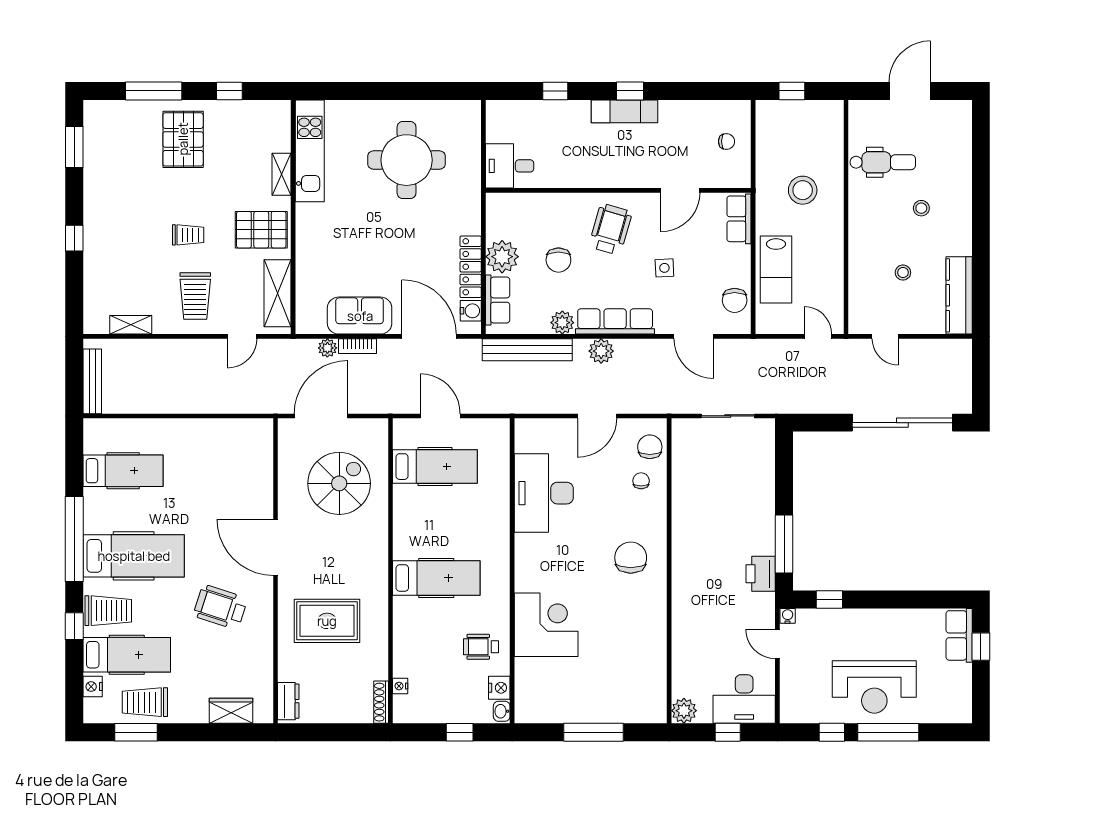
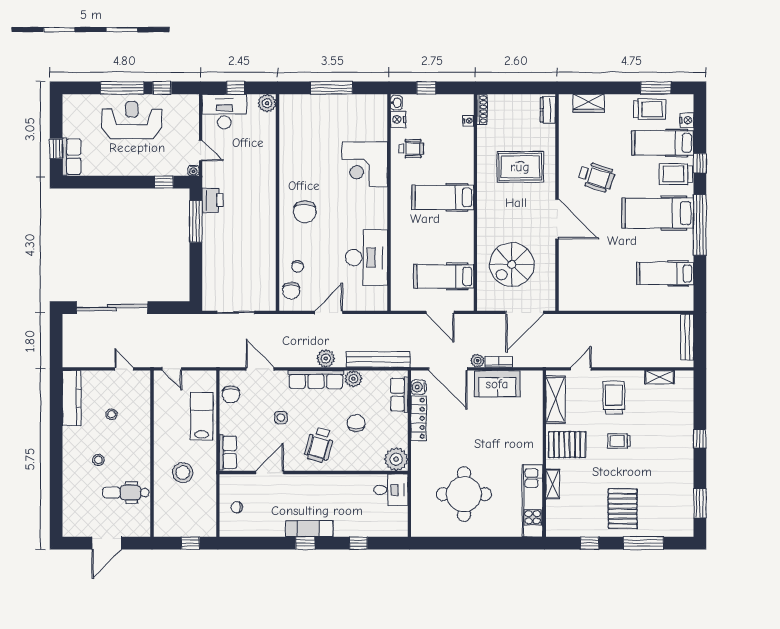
plant: (502, 257) -> (396, 459), moved
chair: (735, 300) -> (231, 394), turned 180
plant: (327, 348) -> (478, 361), moved

